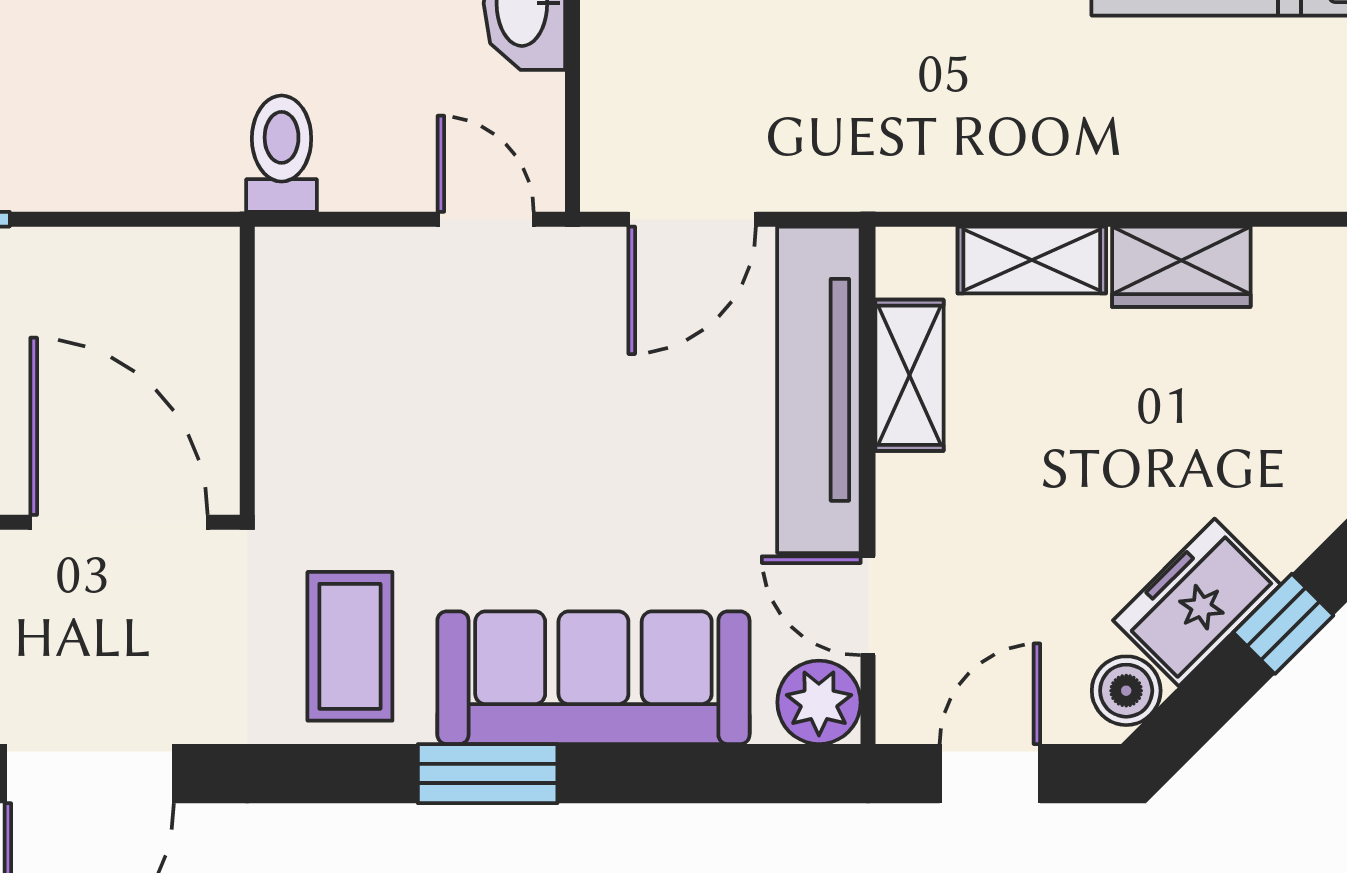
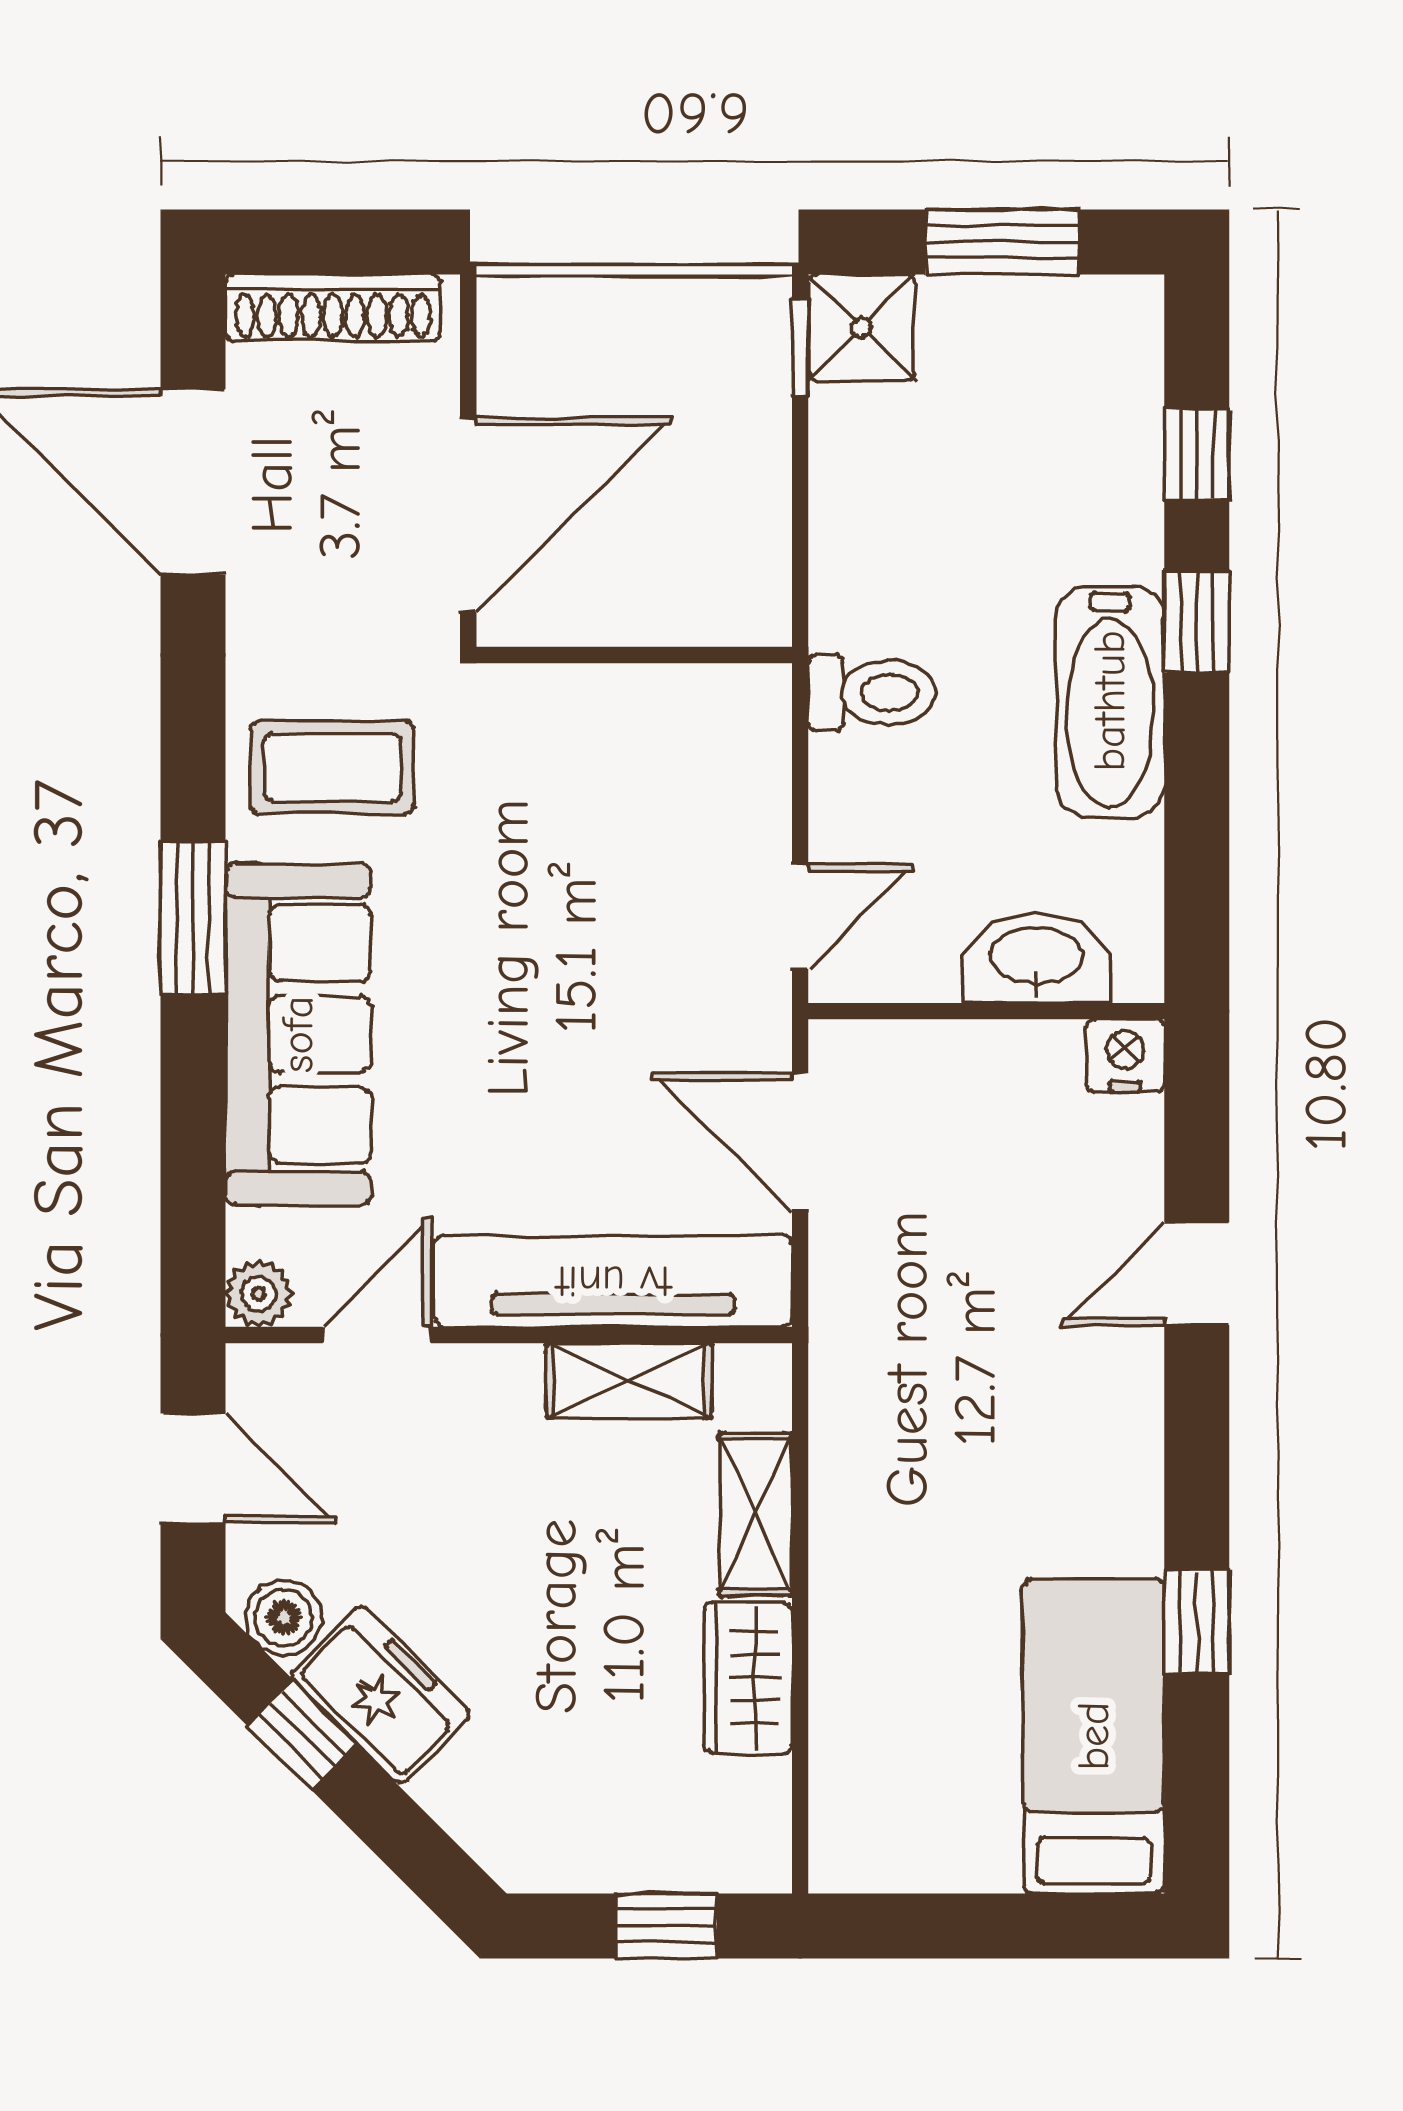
window: (1283, 624) -> (302, 1735), moved
plant: (819, 702) -> (259, 1294), width x0.73, depth x0.73

